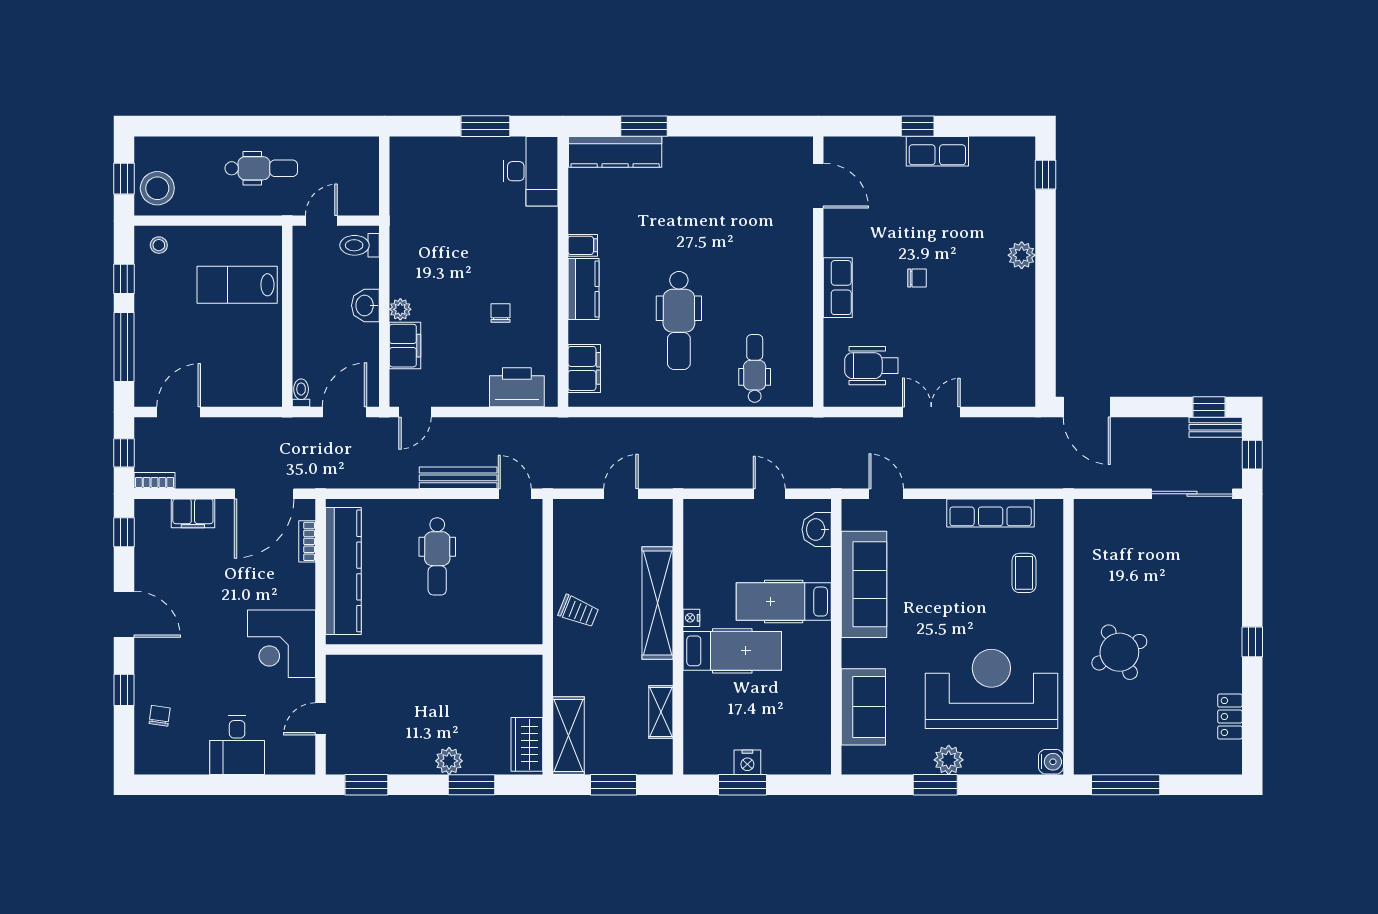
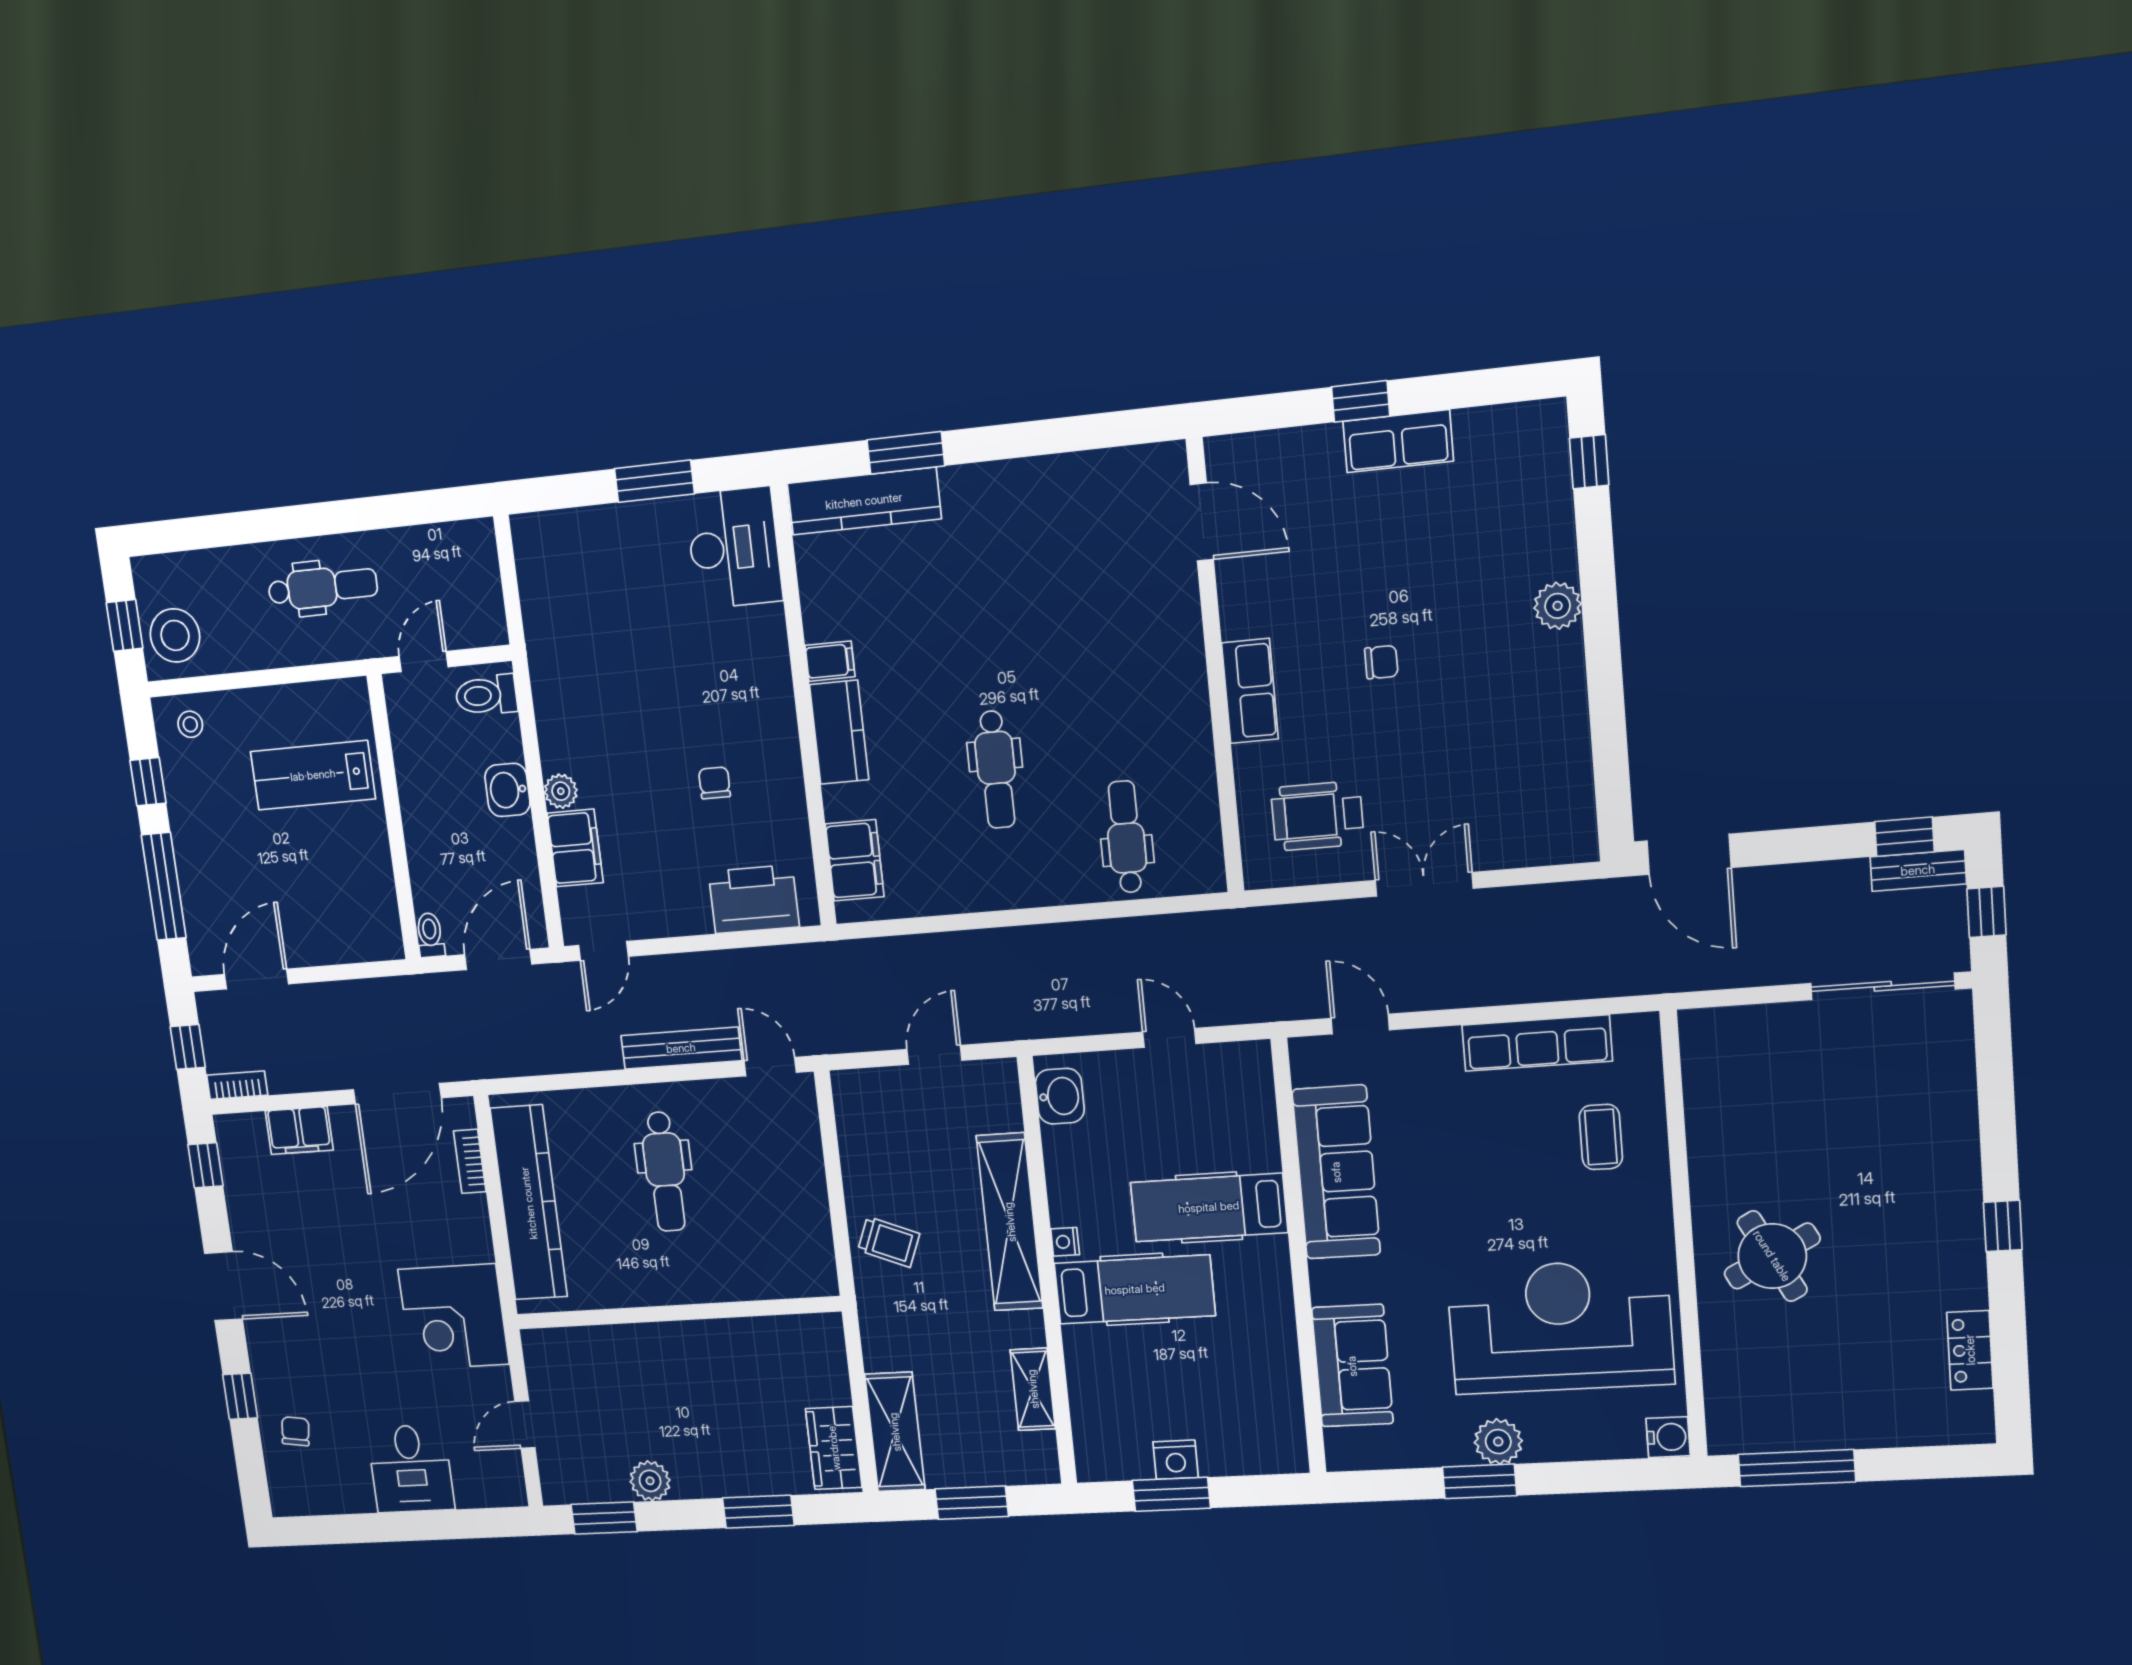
dental chair: (679, 321) -> (996, 769), width x0.73, depth x0.72
washbasin: (817, 530) -> (1060, 1096), moved, turned 180
plant: (449, 761) -> (650, 1481), moved

